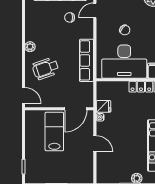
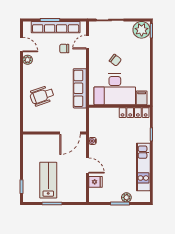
plant: (30, 47) -> (28, 60), moved
door: (23, 95) -> (22, 44), moved
fridge: (103, 106) -> (96, 182), moved
lab bench: (54, 131) -> (48, 180), moved

